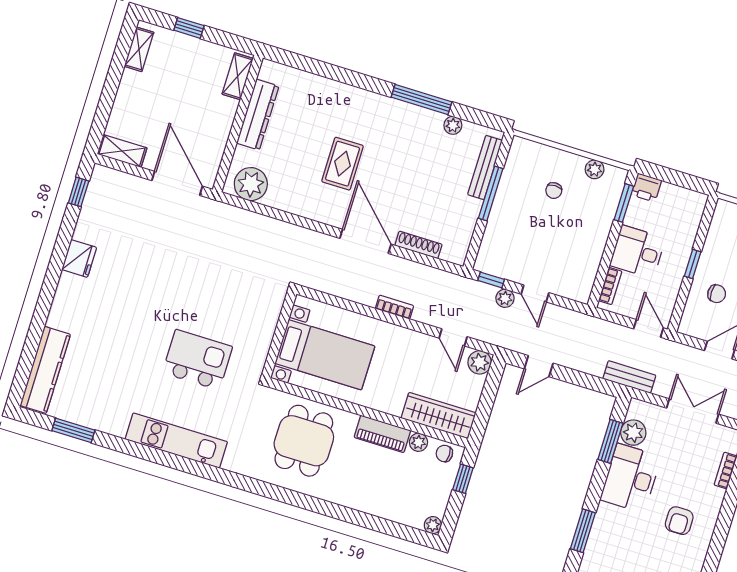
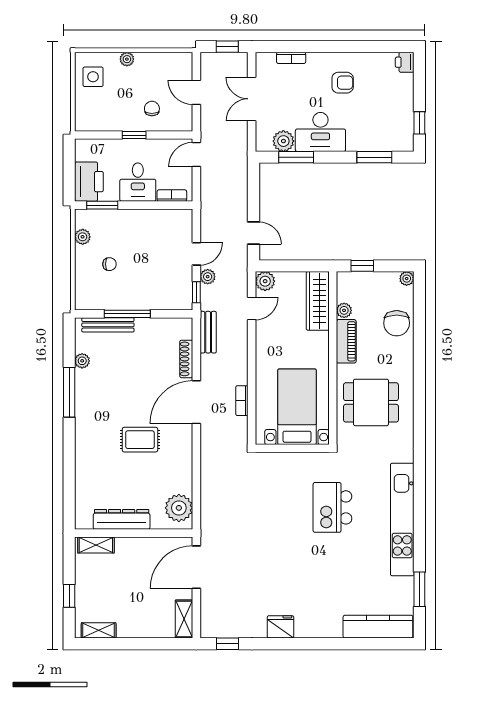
printer: (646, 188) -> (89, 182), width x1.87, depth x1.48
bookcase: (394, 307) -> (242, 401), moved
bench: (629, 377) -> (208, 332), moved
kitchen unit: (176, 441) -> (402, 519), width x1.36
chair: (444, 454) -> (397, 323), moved, width x1.87, depth x1.87

